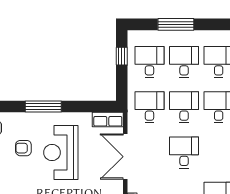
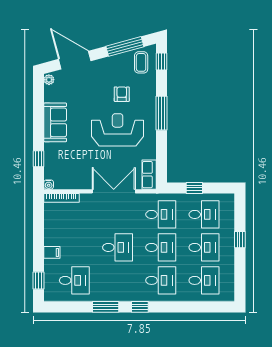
window: (176, 24) -> (240, 240), width x0.46
window: (122, 56) -> (194, 188), moved

